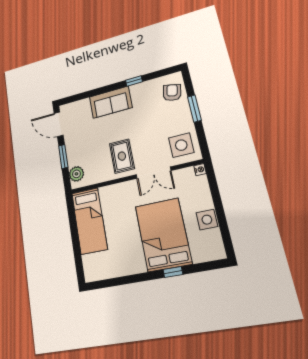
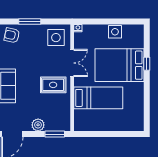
window: (63, 157) -> (55, 134), moved
plant: (76, 174) -> (38, 125), moved
bed: (89, 221) -> (98, 98), moved

